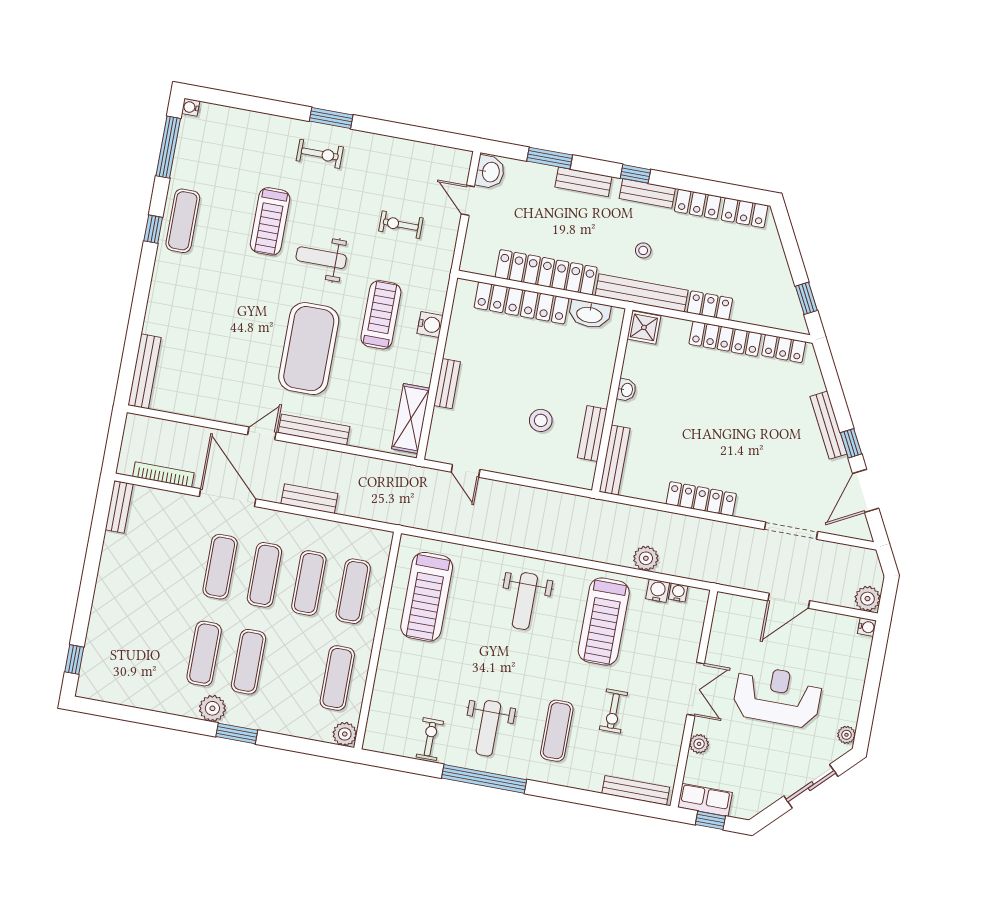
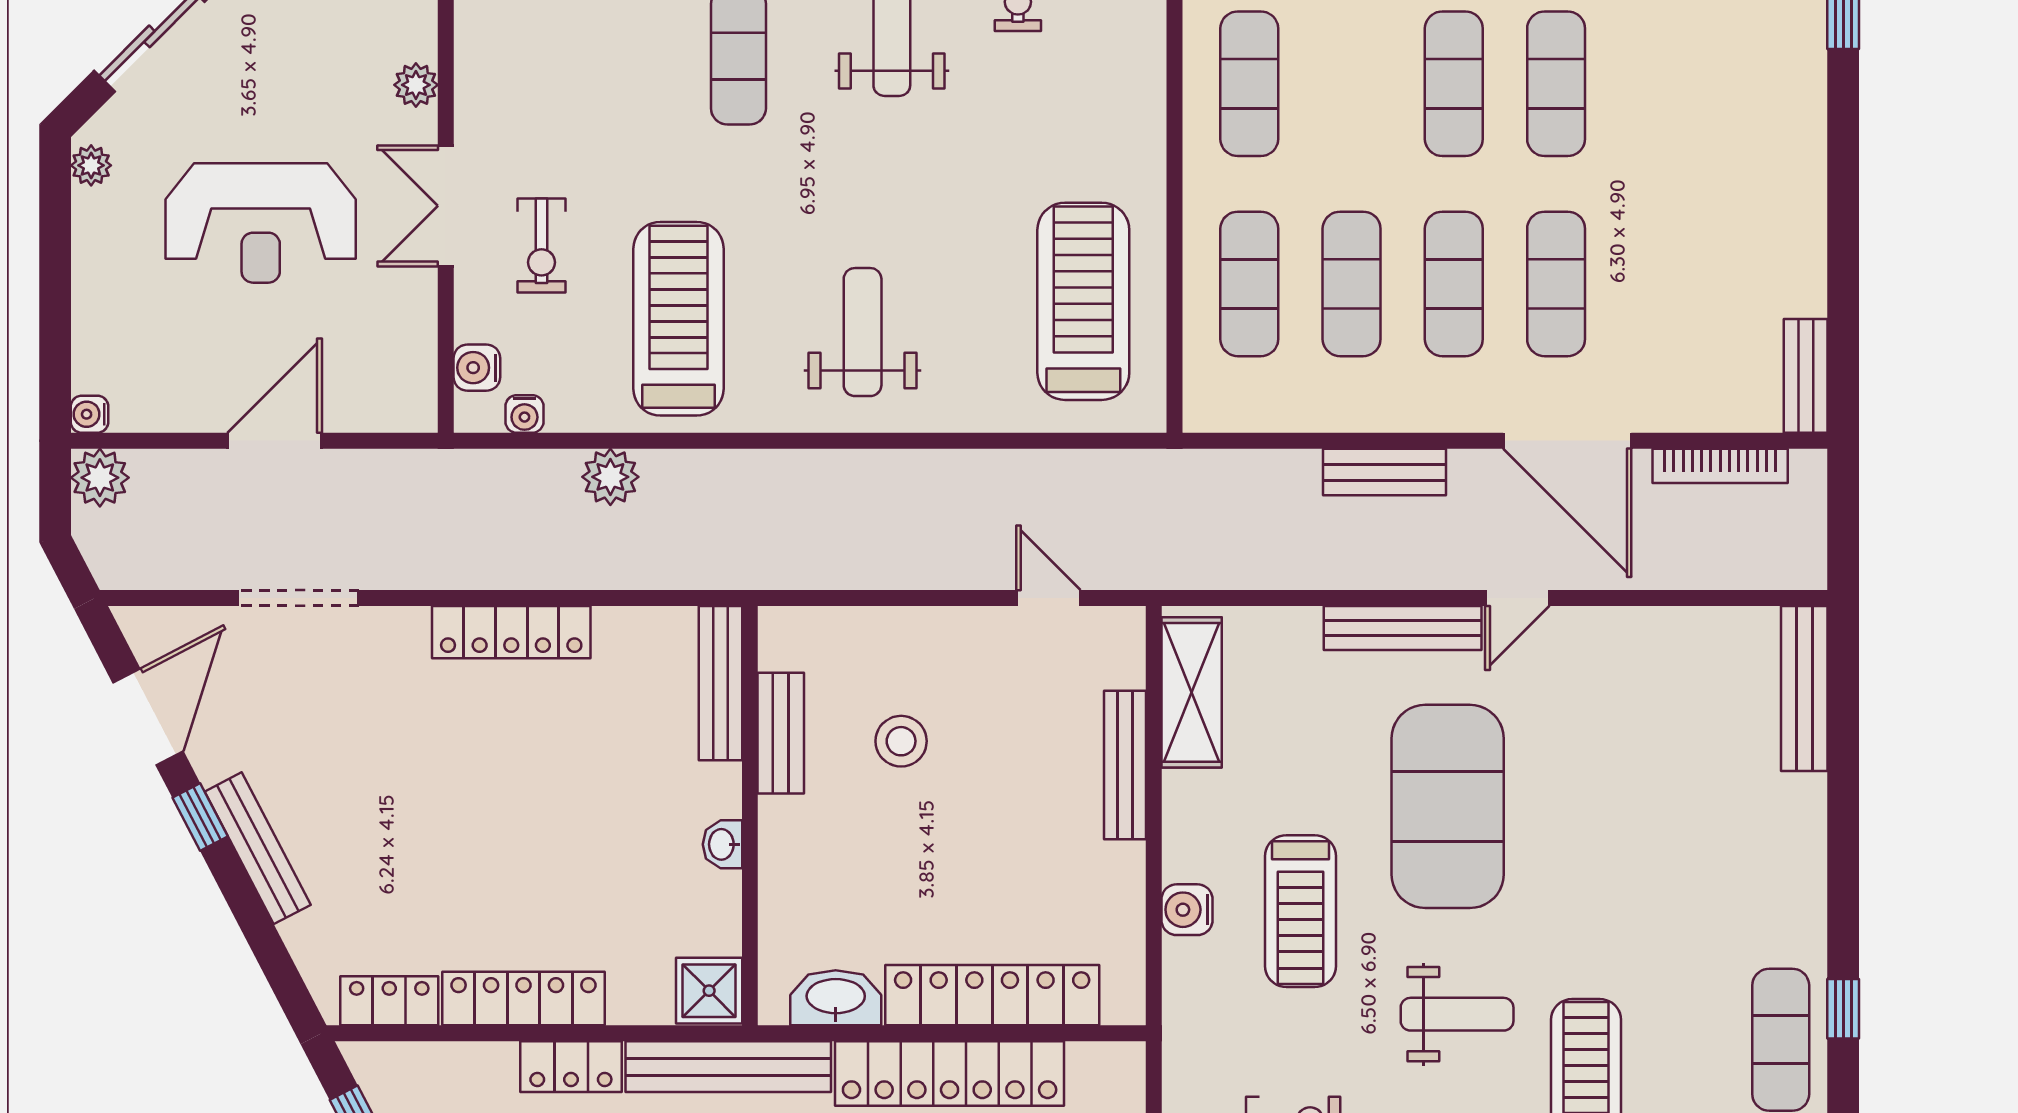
bench: (447, 384) -> (1125, 765), width x1.36
water cooler: (658, 591) -> (477, 368), moved, turned 90
exercise bike: (613, 711) -> (542, 245), moved, turned 180

